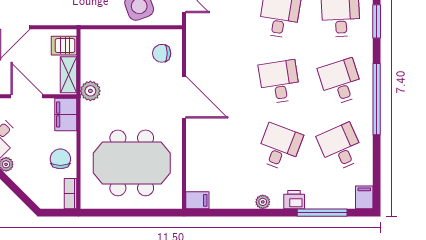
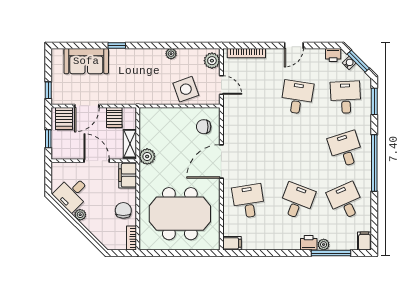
server rack: (64, 46) -> (114, 117), moved, turned -90
desk: (279, 82) -> (248, 201), moved
door: (184, 97) -> (221, 161), swing flipped
plant: (263, 202) -> (324, 245), moved

